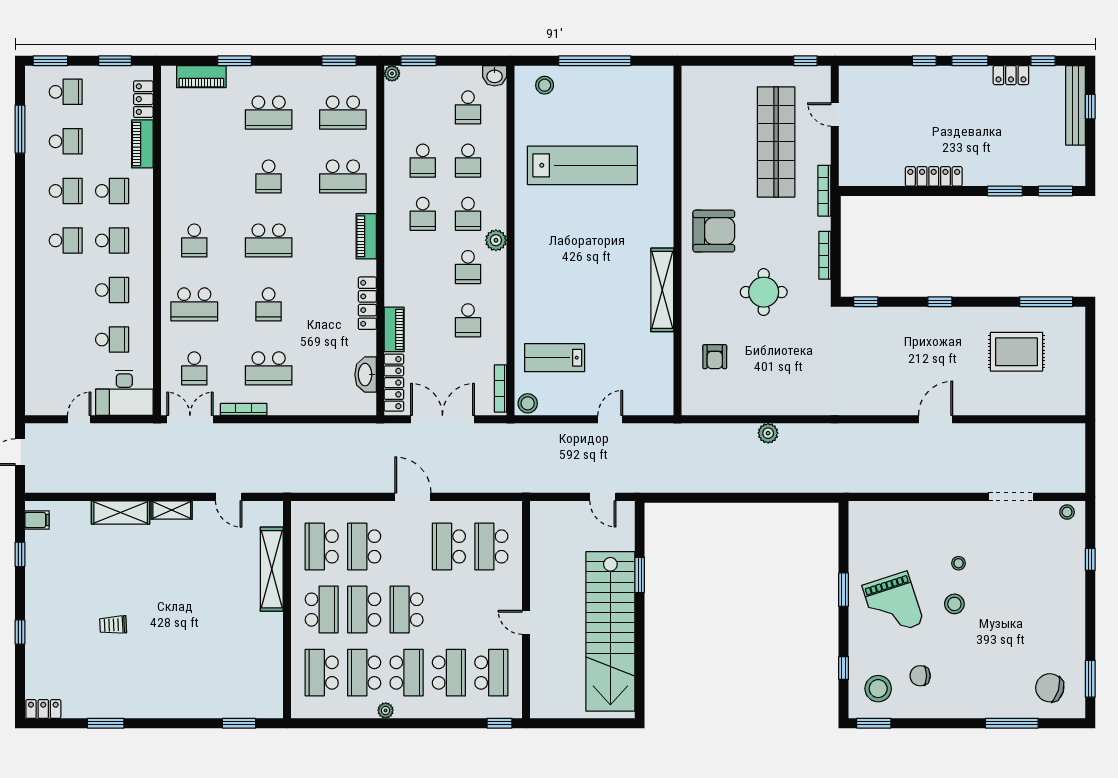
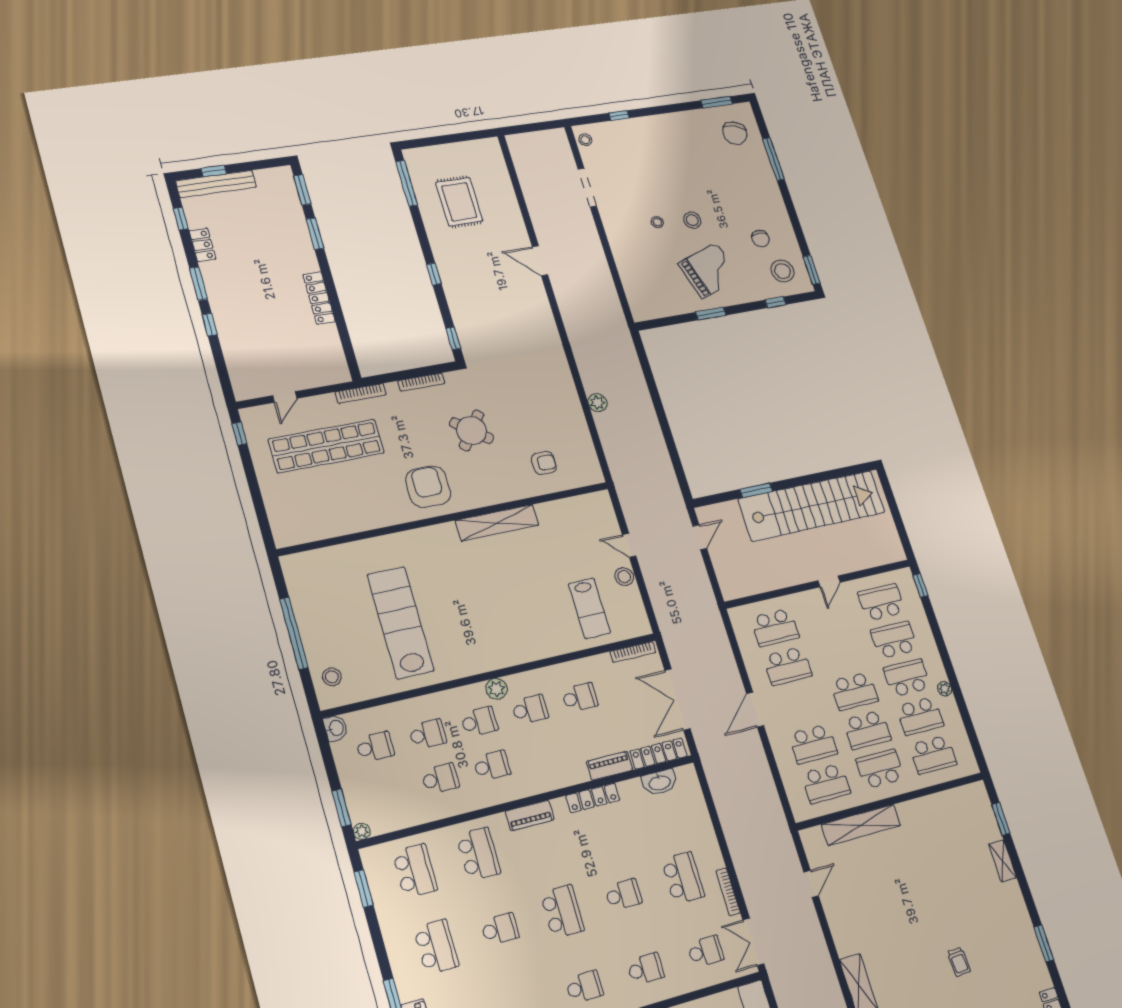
round table: (764, 292) -> (472, 431), turned 37
school desk: (194, 304) -> (646, 969), width x0.54
stool: (528, 403) -> (624, 577), moved
shelving: (172, 510) -> (1003, 861), moved

